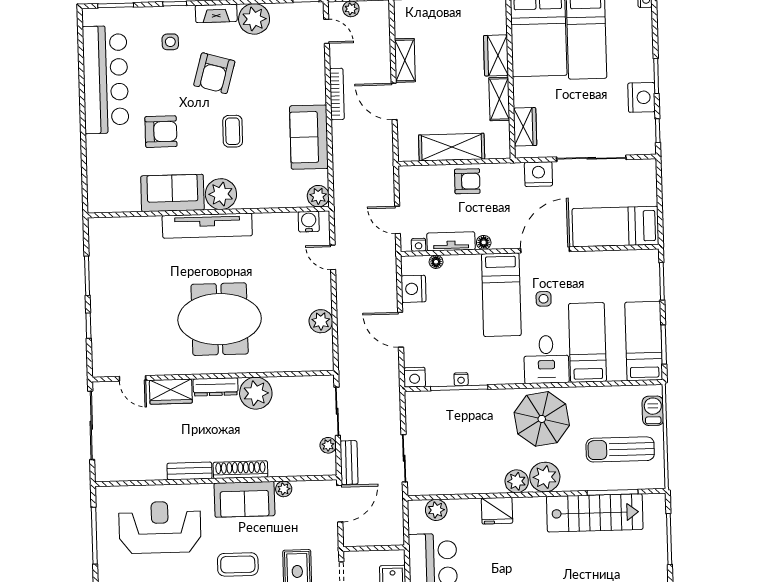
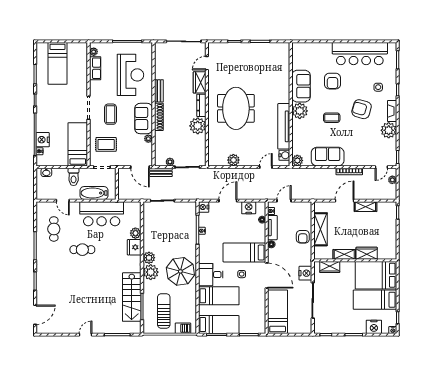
nightstand: (641, 97) -> (374, 327), moved
tv unit: (207, 226) -> (284, 126), moved
plant: (436, 510) -> (135, 233), moved

